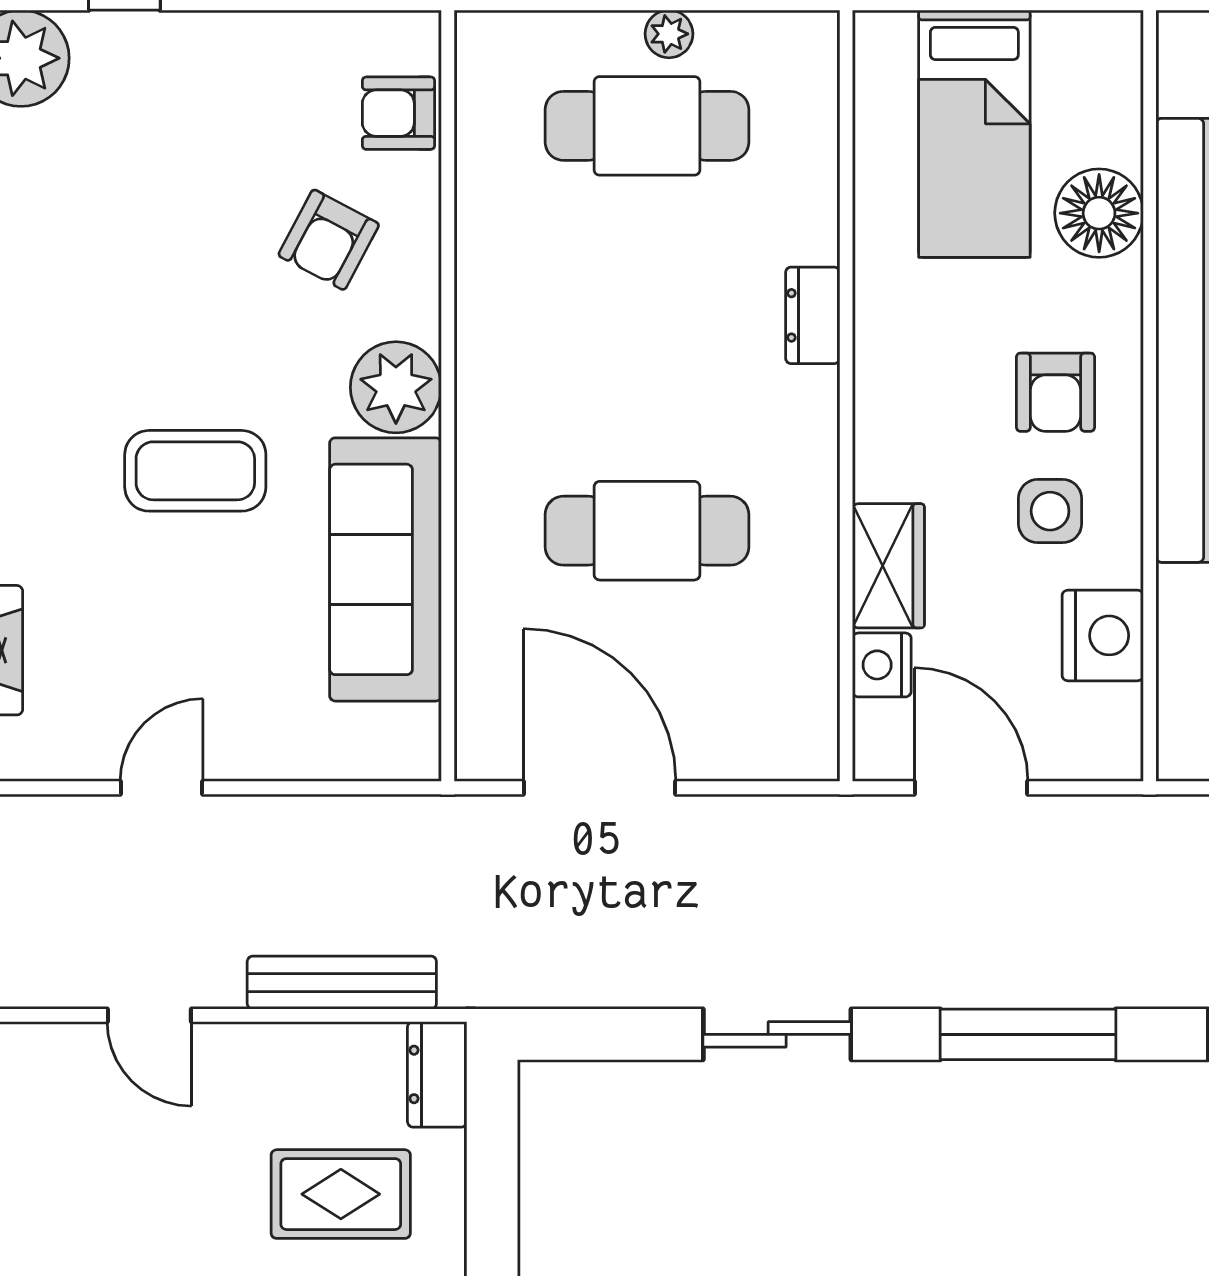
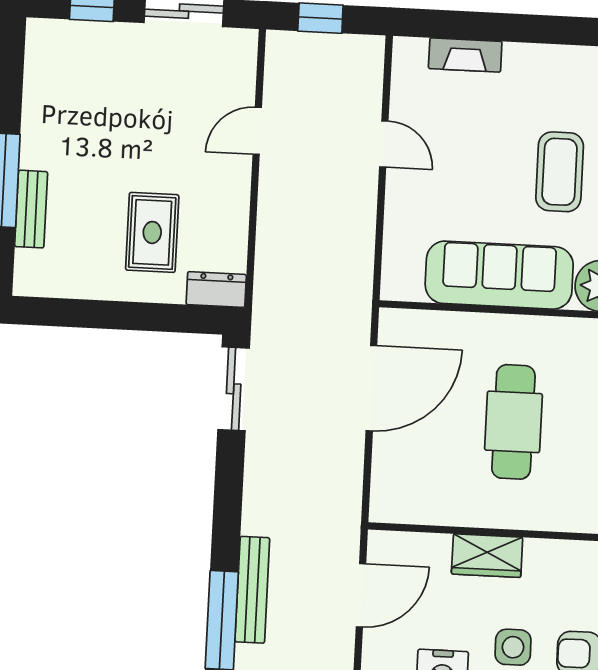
nightstand: (882, 665) -> (432, 549), removed
bench: (342, 983) -> (252, 590), moved
sliding door: (777, 1034) -> (234, 389), moved

